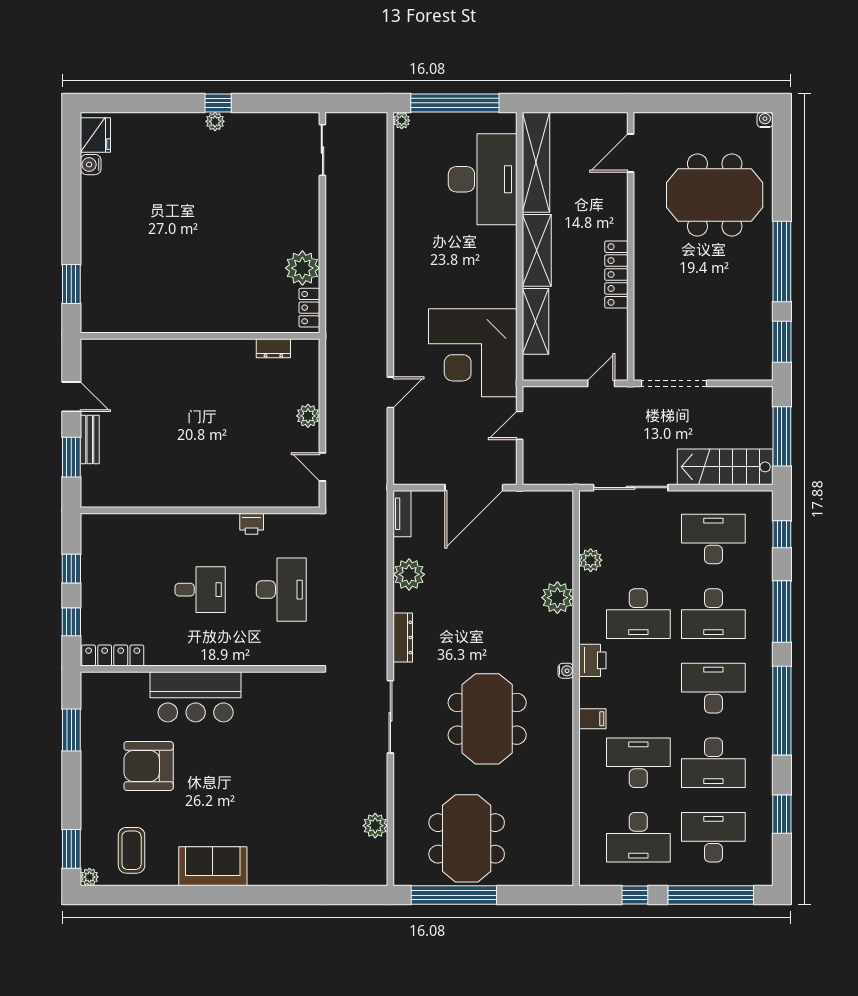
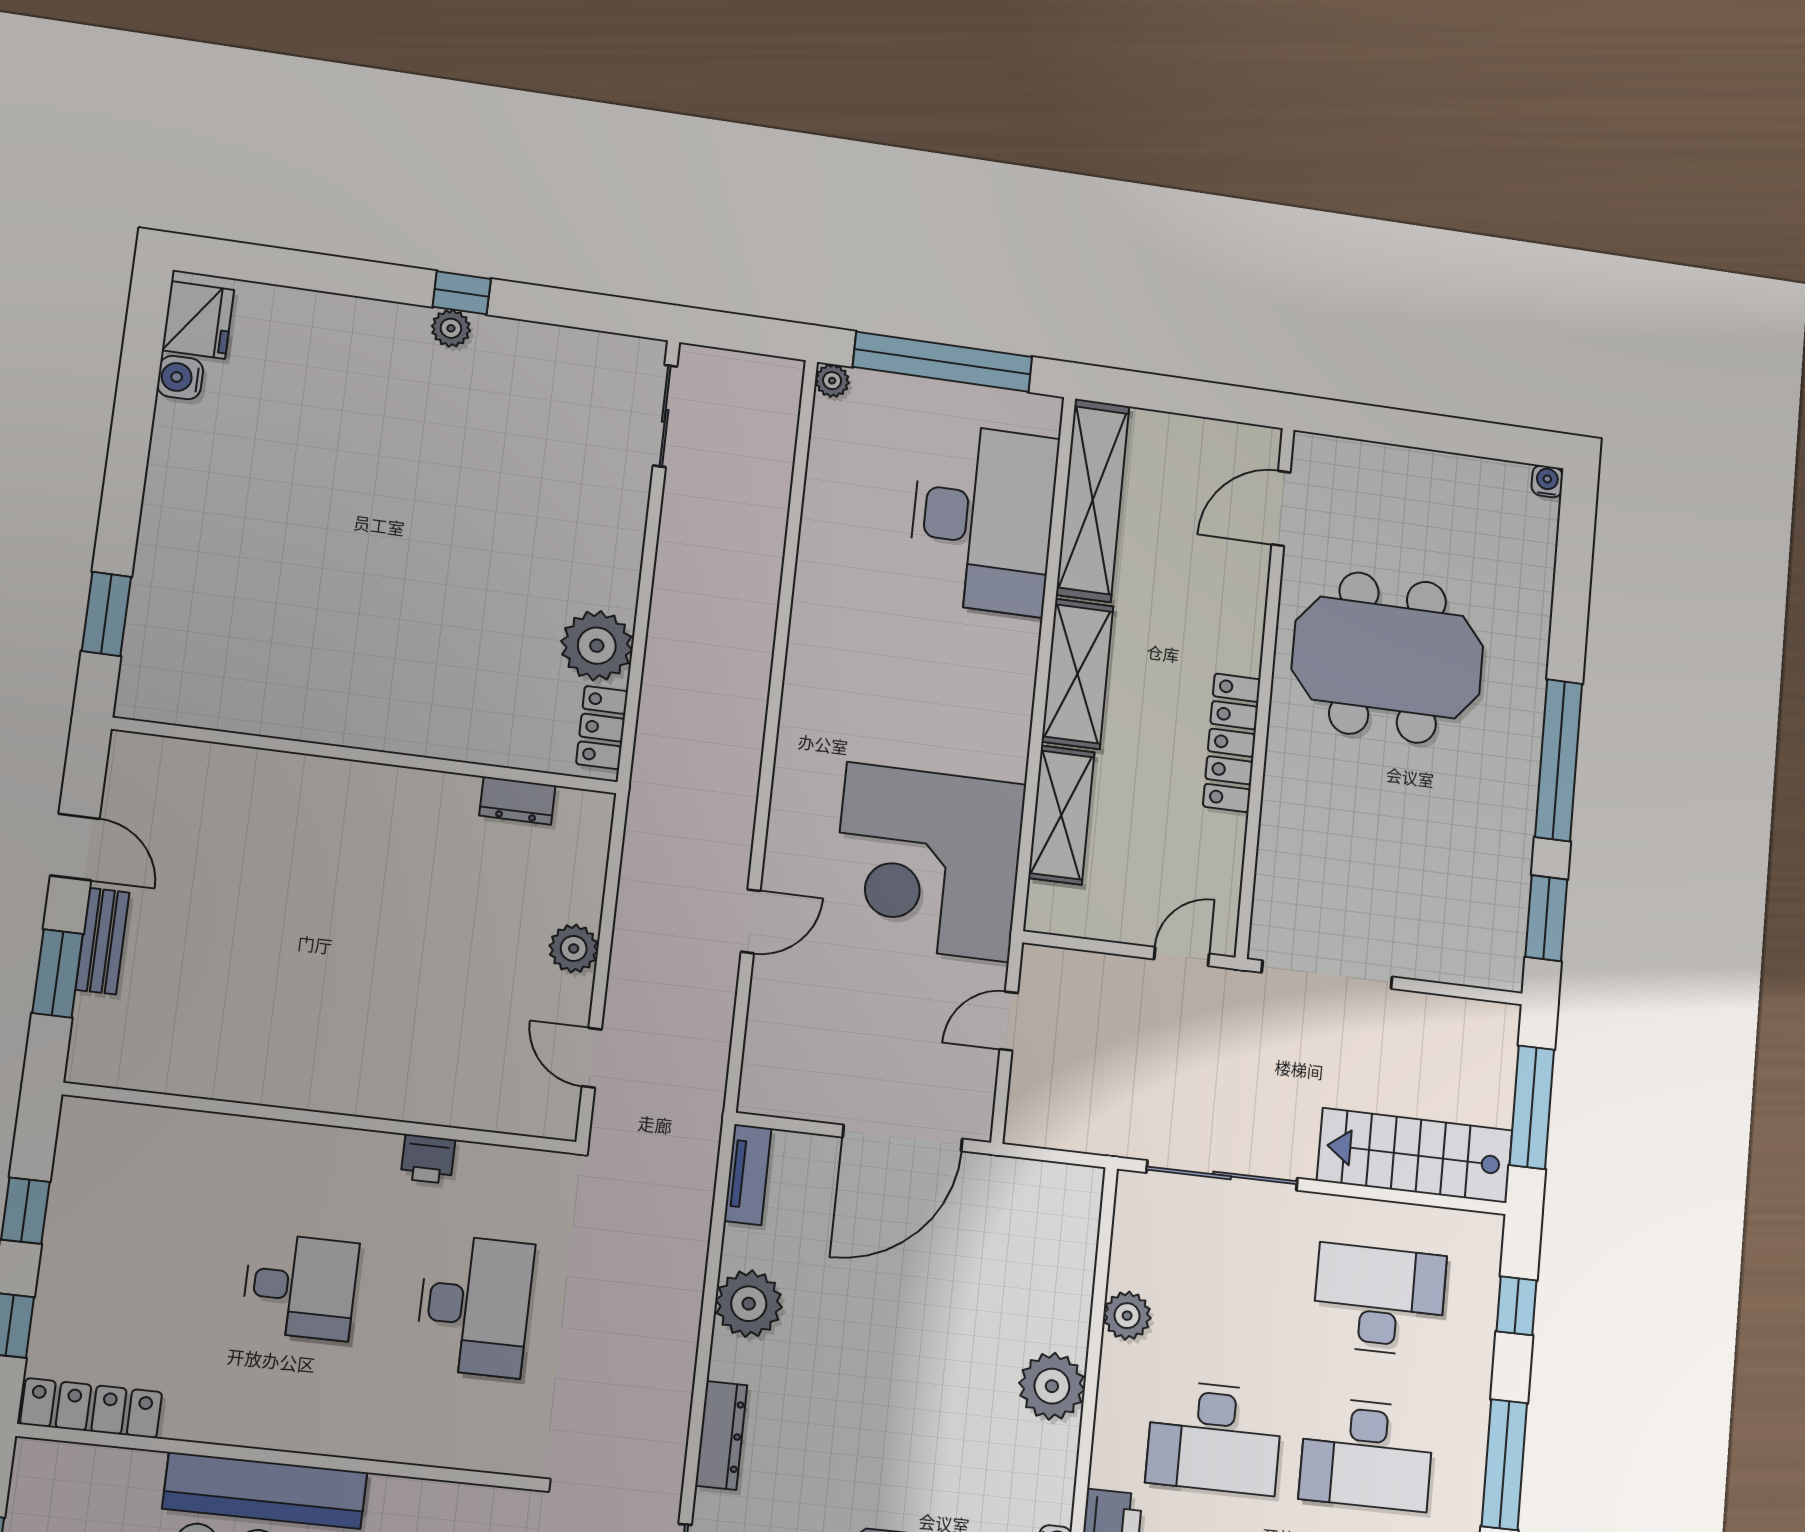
meeting table: (715, 195) -> (1388, 658), moved

